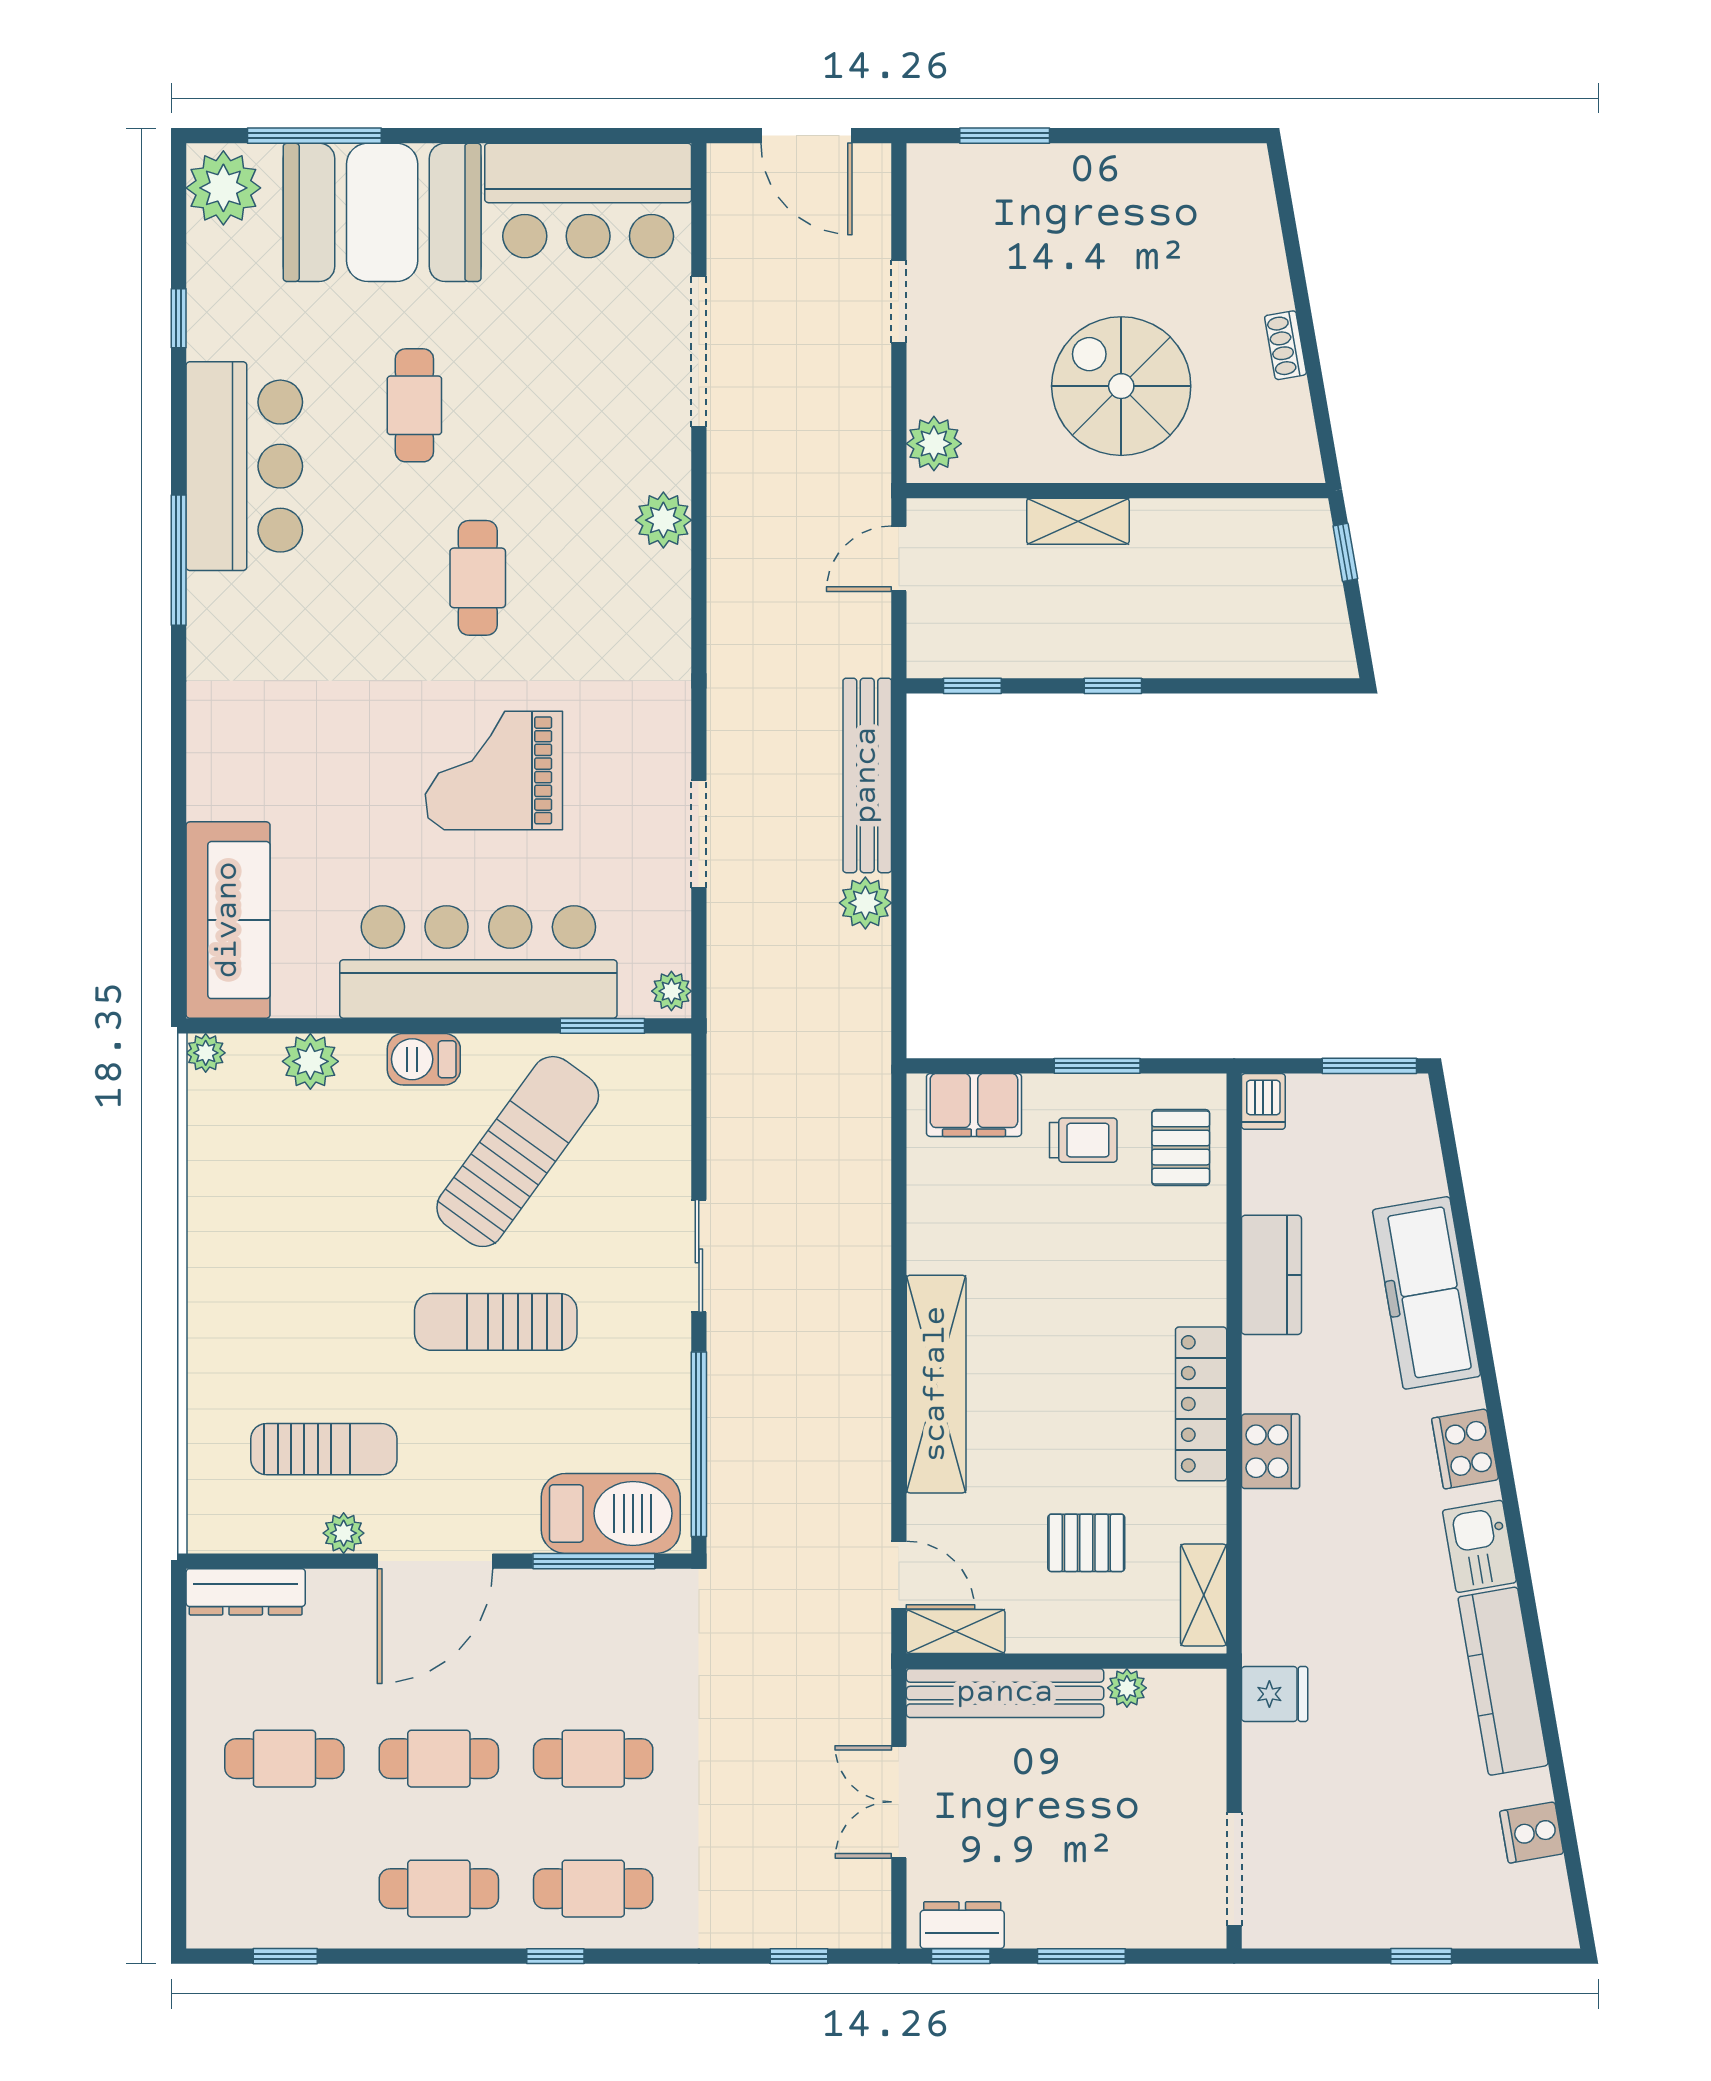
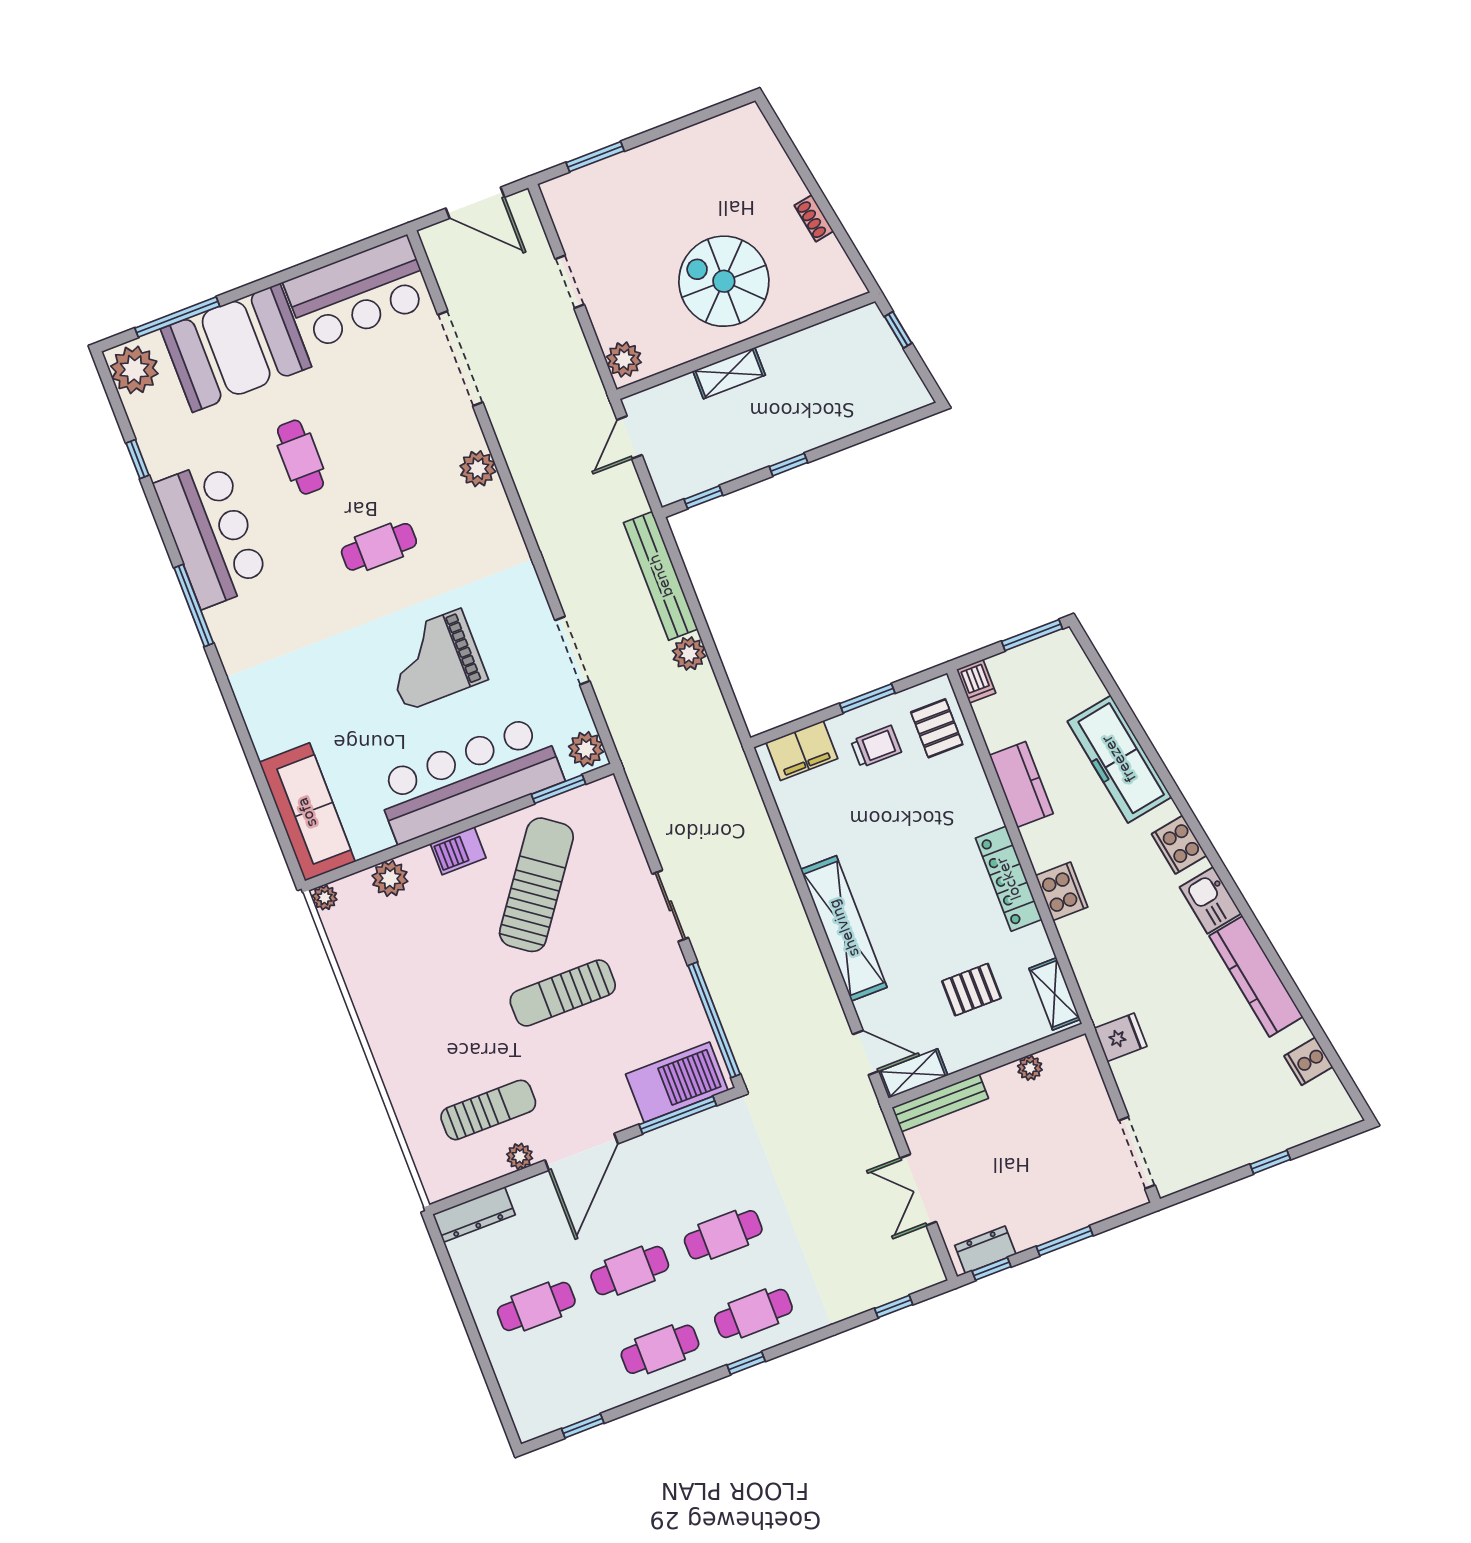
cafe table: (478, 578) -> (379, 547), turned 90
plant: (671, 991) -> (586, 749), width x1.38, depth x1.38
bench: (1005, 1693) -> (940, 1103), width x0.73, depth x0.82

